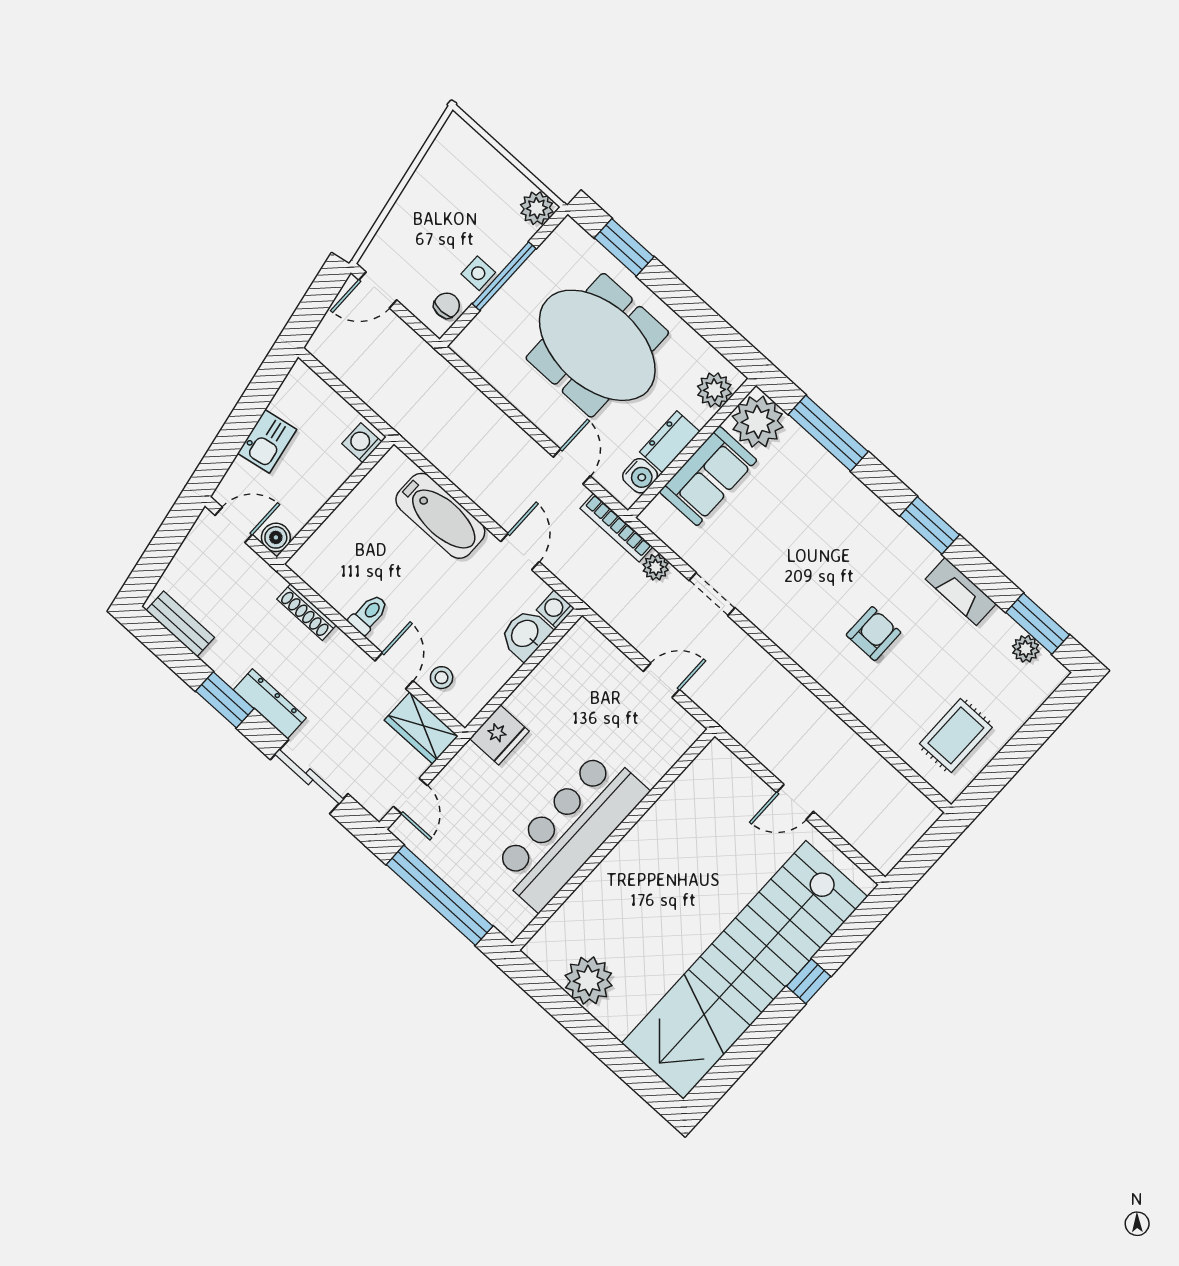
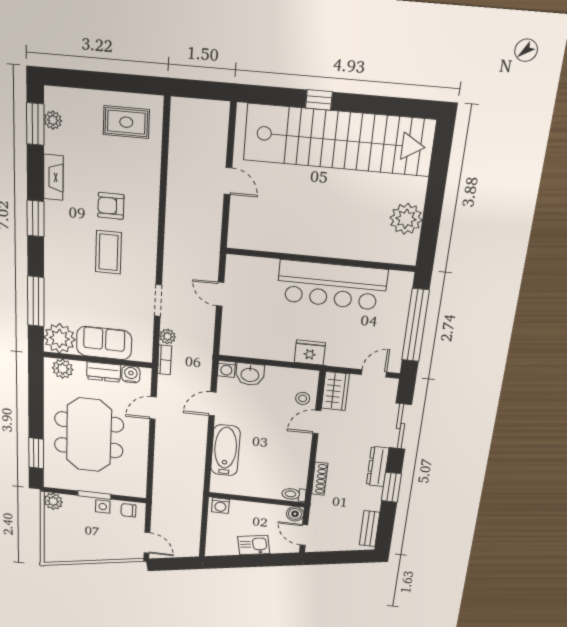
window: (504, 276) -> (94, 495), width x0.69
bookcase: (616, 528) -> (165, 360), width x0.64
coffee table: (820, 582) -> (108, 252), added
toilet: (369, 614) -> (294, 494), moved

